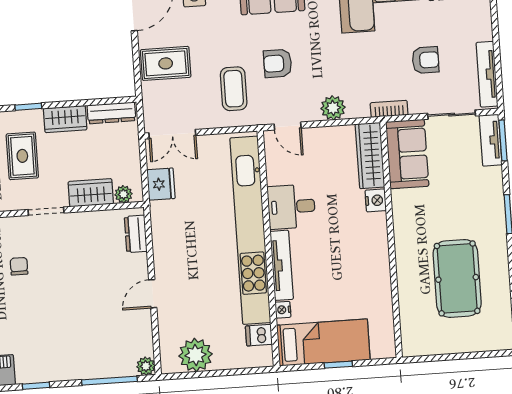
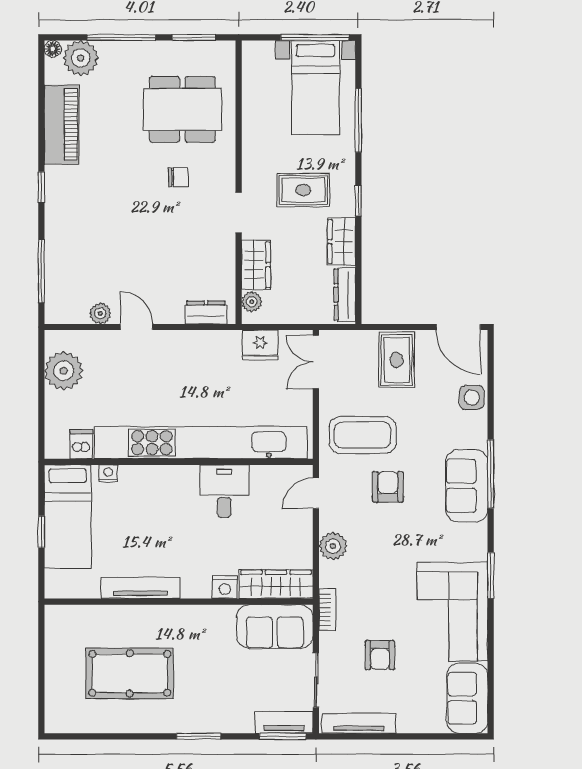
coffee table: (234, 89) -> (363, 435), width x1.36, depth x1.32
tv unit: (282, 265) -> (141, 588), moved, turned 180
plant: (146, 366) -> (100, 313), moved

